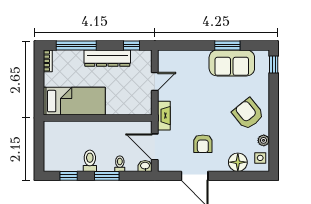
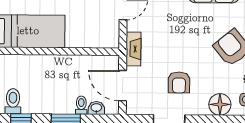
toilet: (90, 161) -> (13, 101), moved
washbasin: (145, 166) -> (96, 108), moved

